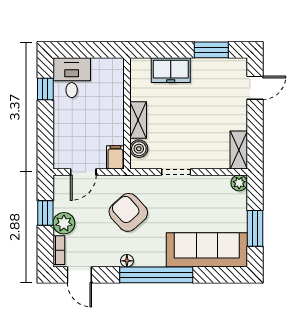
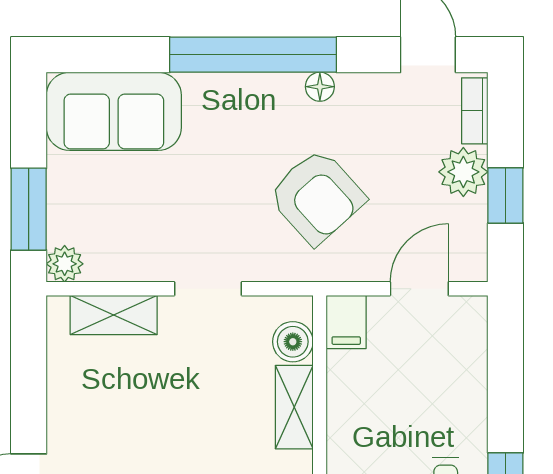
shelving: (239, 150) -> (114, 315), moved, turned 90
window: (255, 228) -> (29, 209), moved
sofa: (207, 250) -> (114, 111), width x0.73

